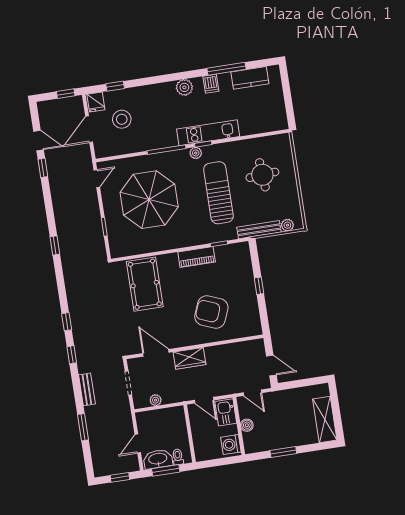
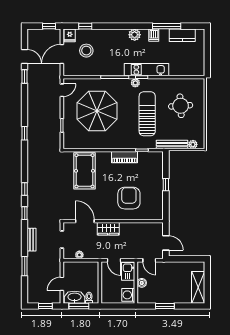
armchair: (211, 312) -> (129, 198), turned 68

